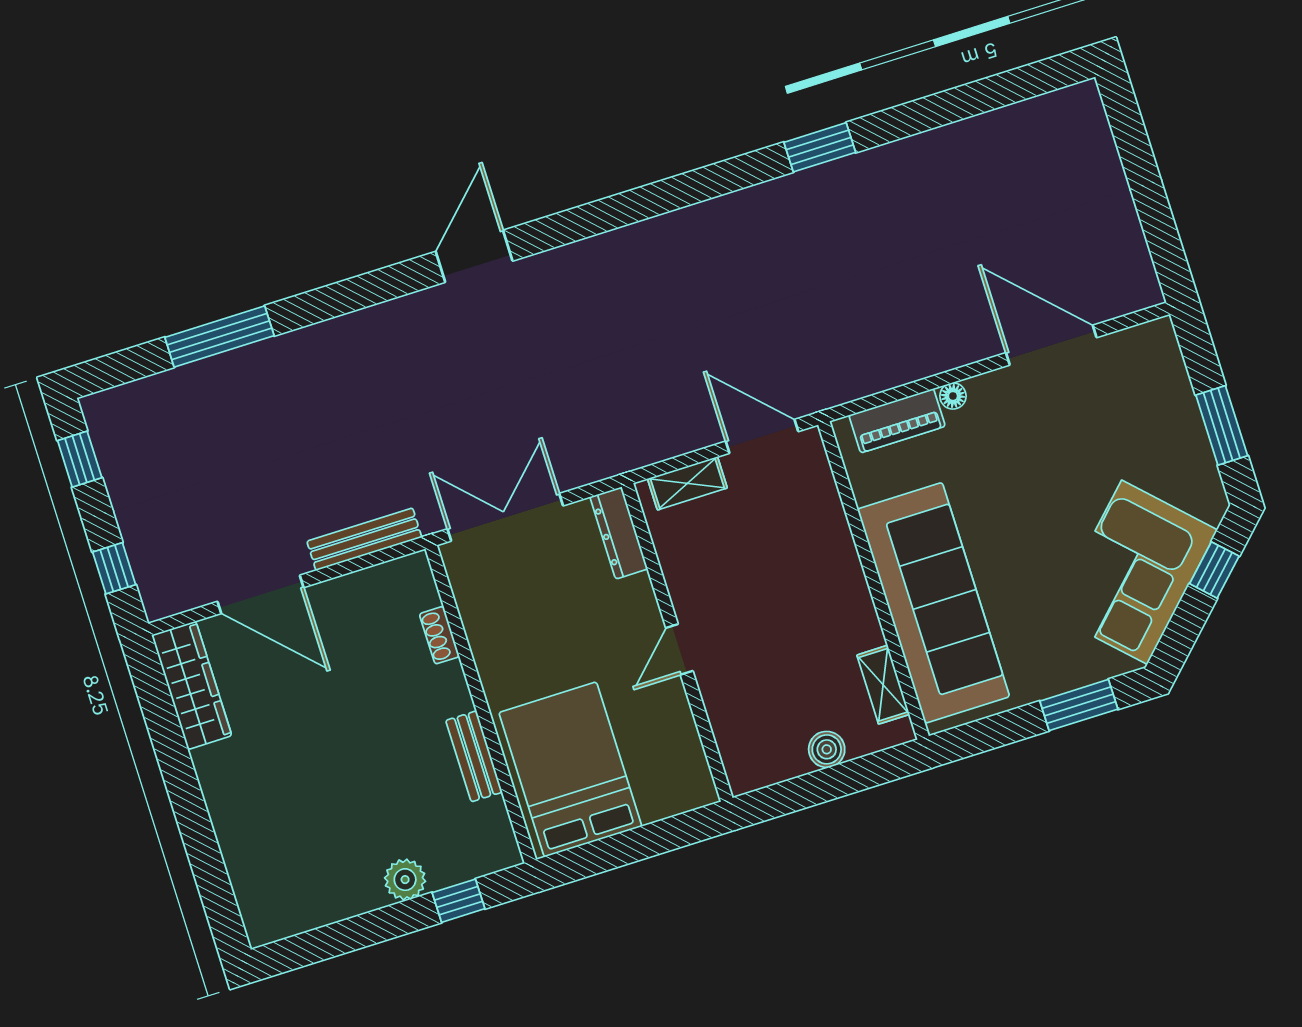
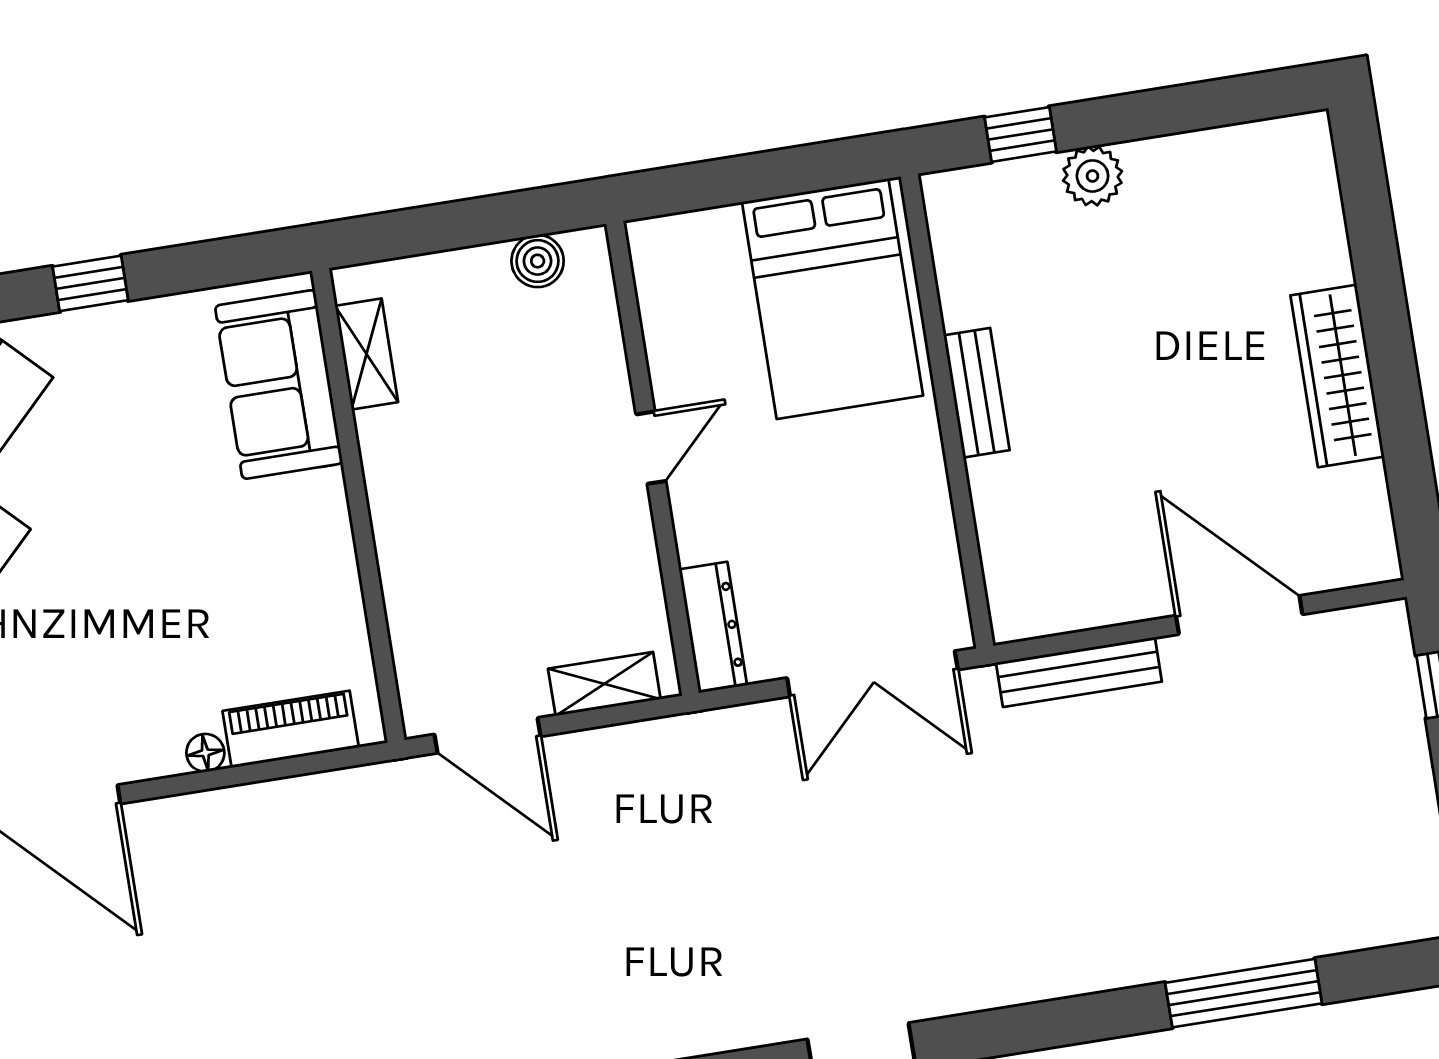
sofa: (933, 603) -> (279, 385), width x0.54, depth x0.79
shoe rack: (439, 635) -> (992, 519), removed
wardrobe: (192, 685) -> (1337, 376), moved
window: (1079, 705) -> (90, 283), width x0.67
boiler: (827, 749) -> (538, 261), moved
bench: (474, 756) -> (977, 393), moved

